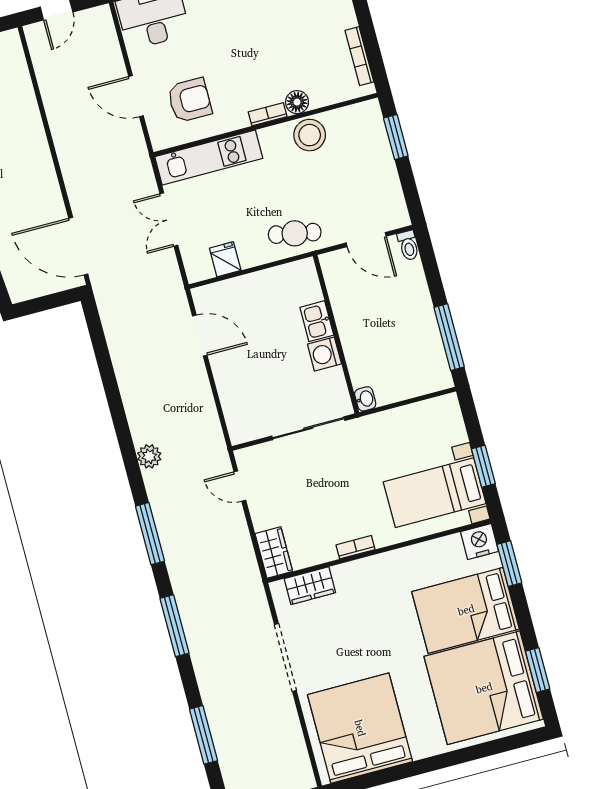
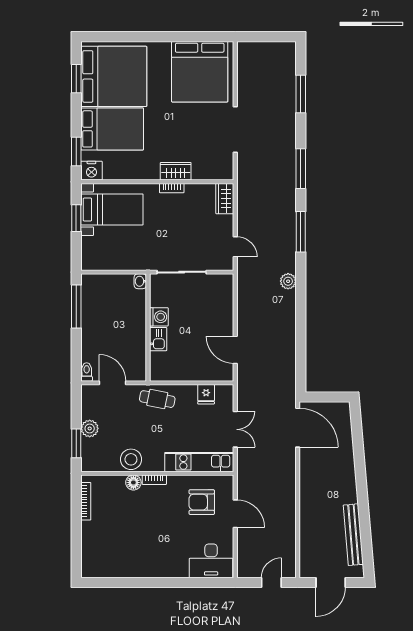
plant: (382, 164) -> (90, 428), added
wardrobe: (310, 586) -> (176, 171), moved

